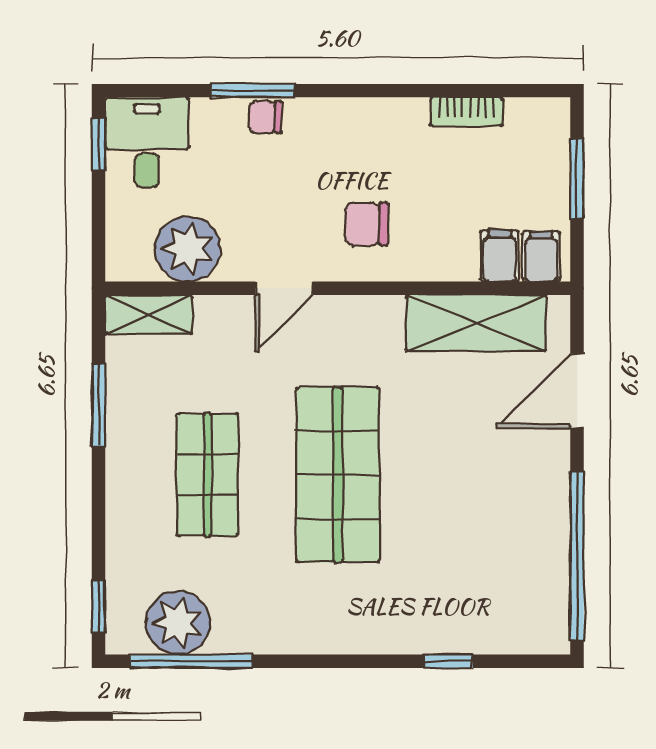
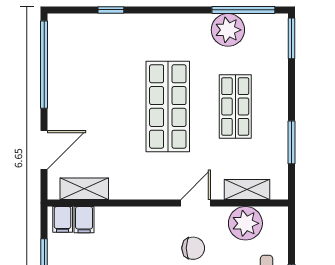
chair: (366, 224) -> (193, 248), moved
shelving: (149, 314) -> (247, 189), moved
shelving: (476, 323) -> (84, 189), width x0.67, depth x0.75
window: (99, 606) -> (292, 38), width x1.50
plant: (178, 623) -> (228, 30), moved

